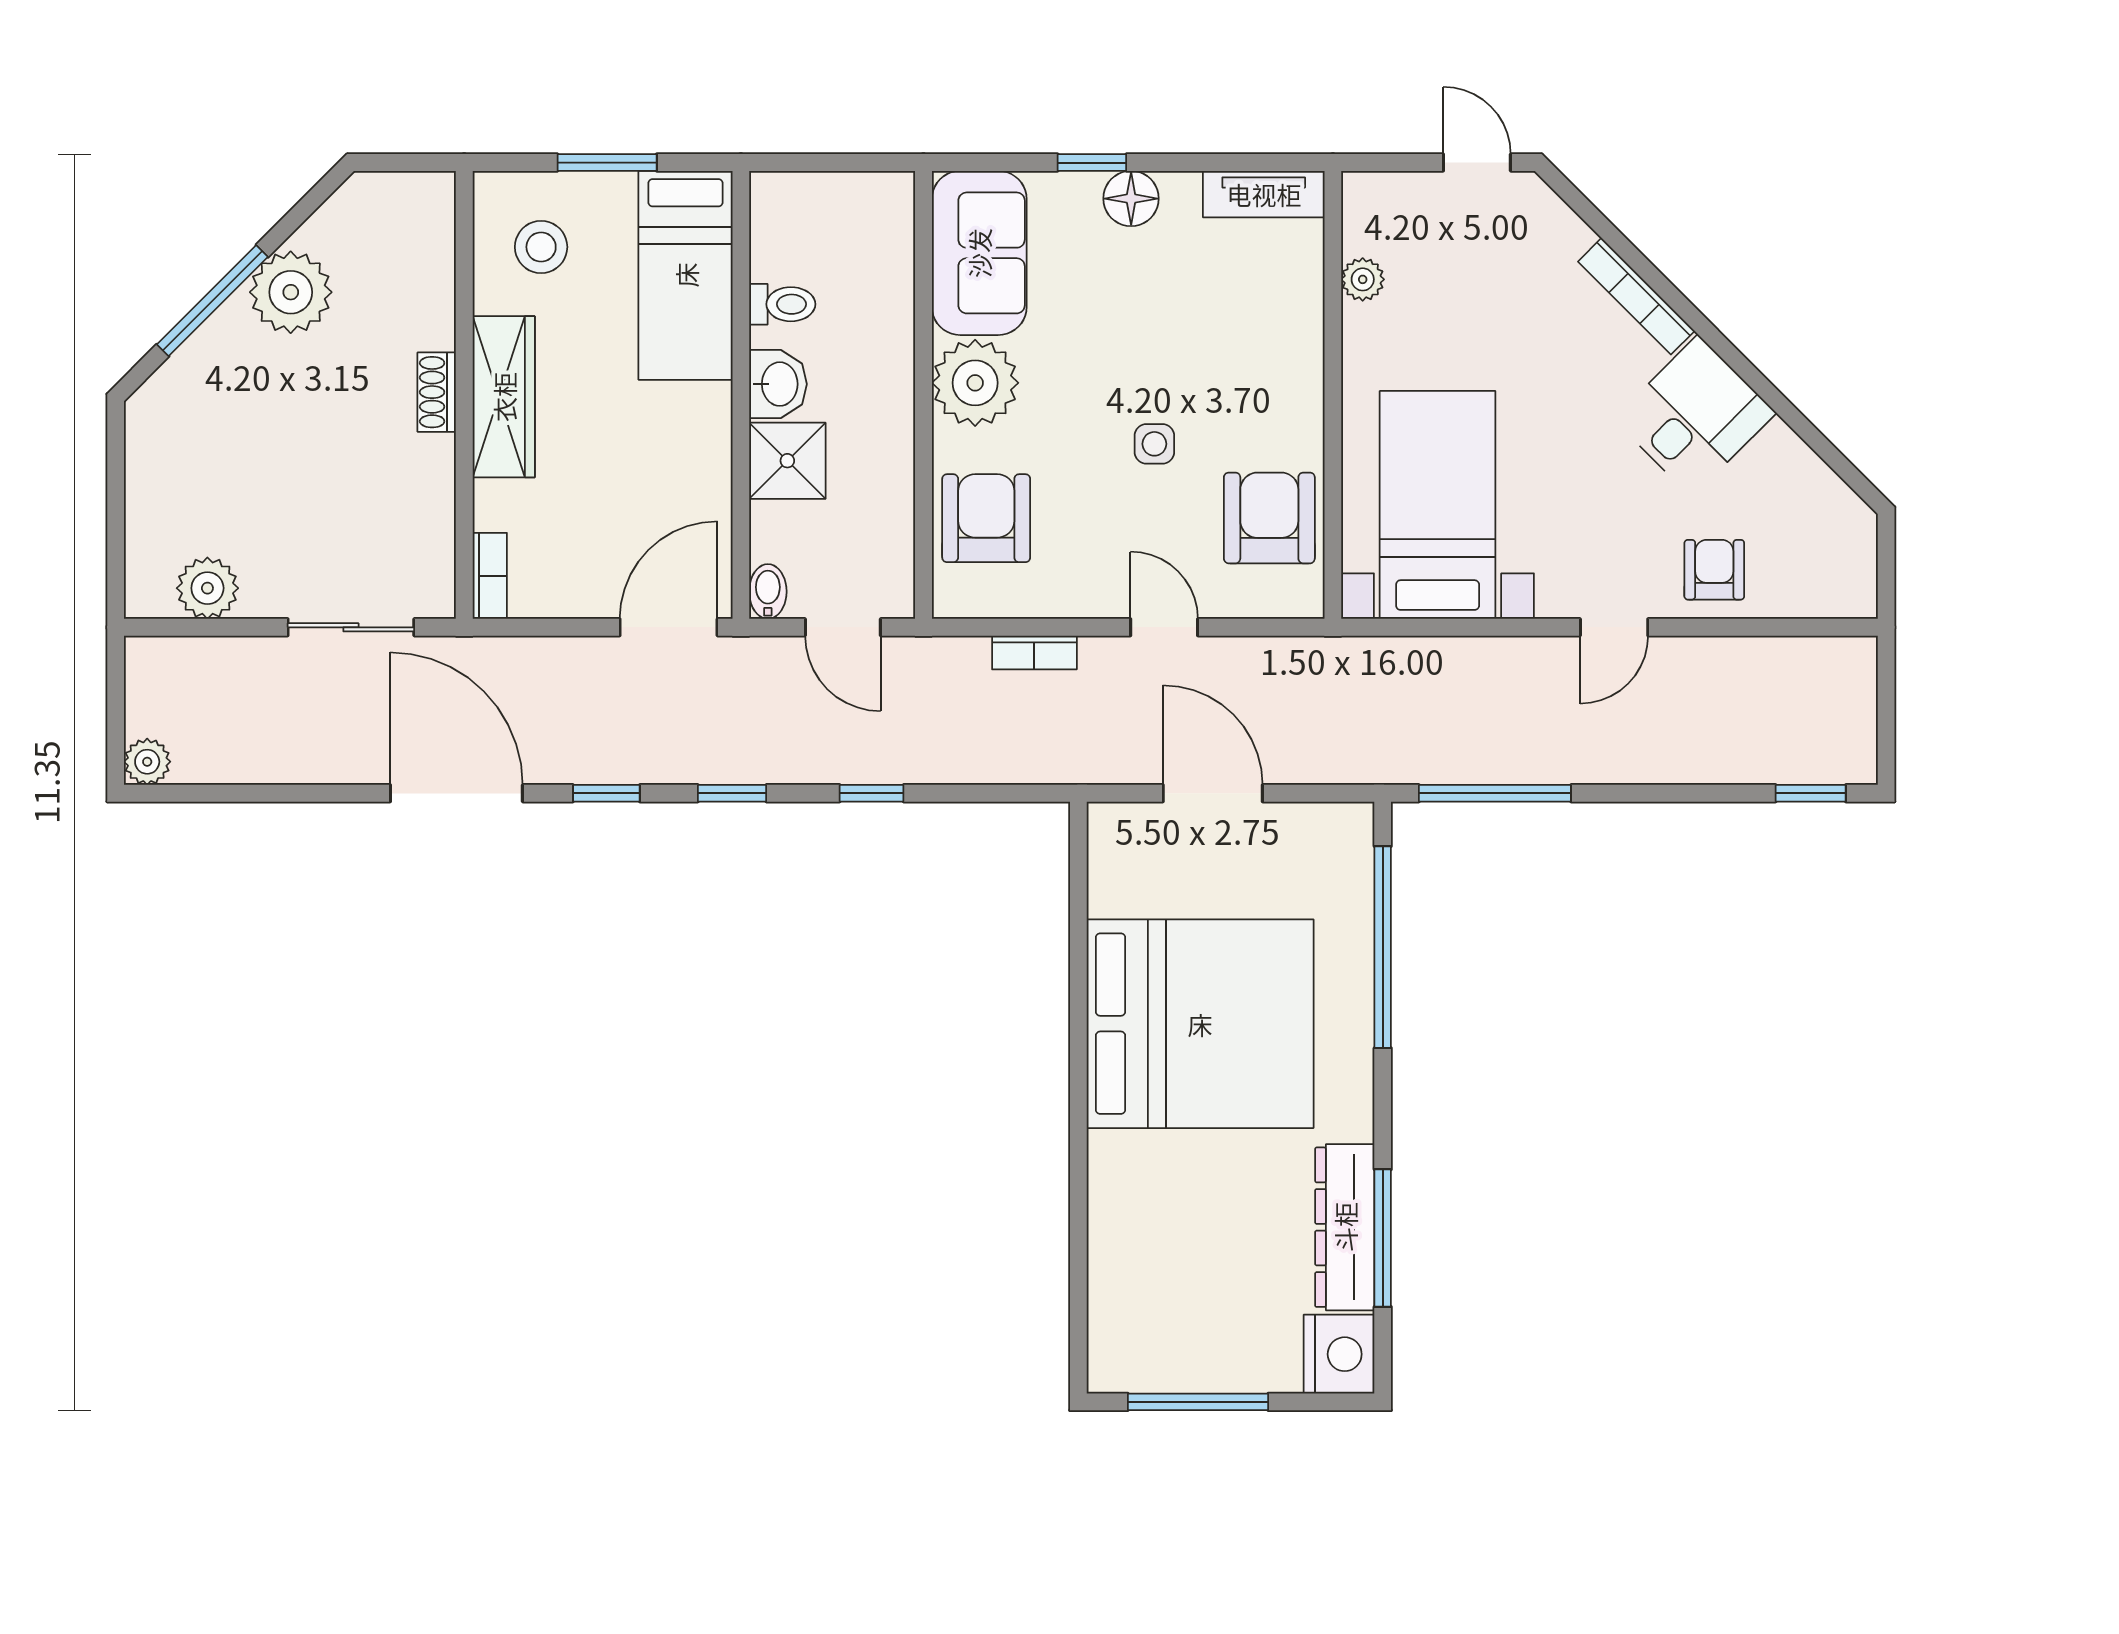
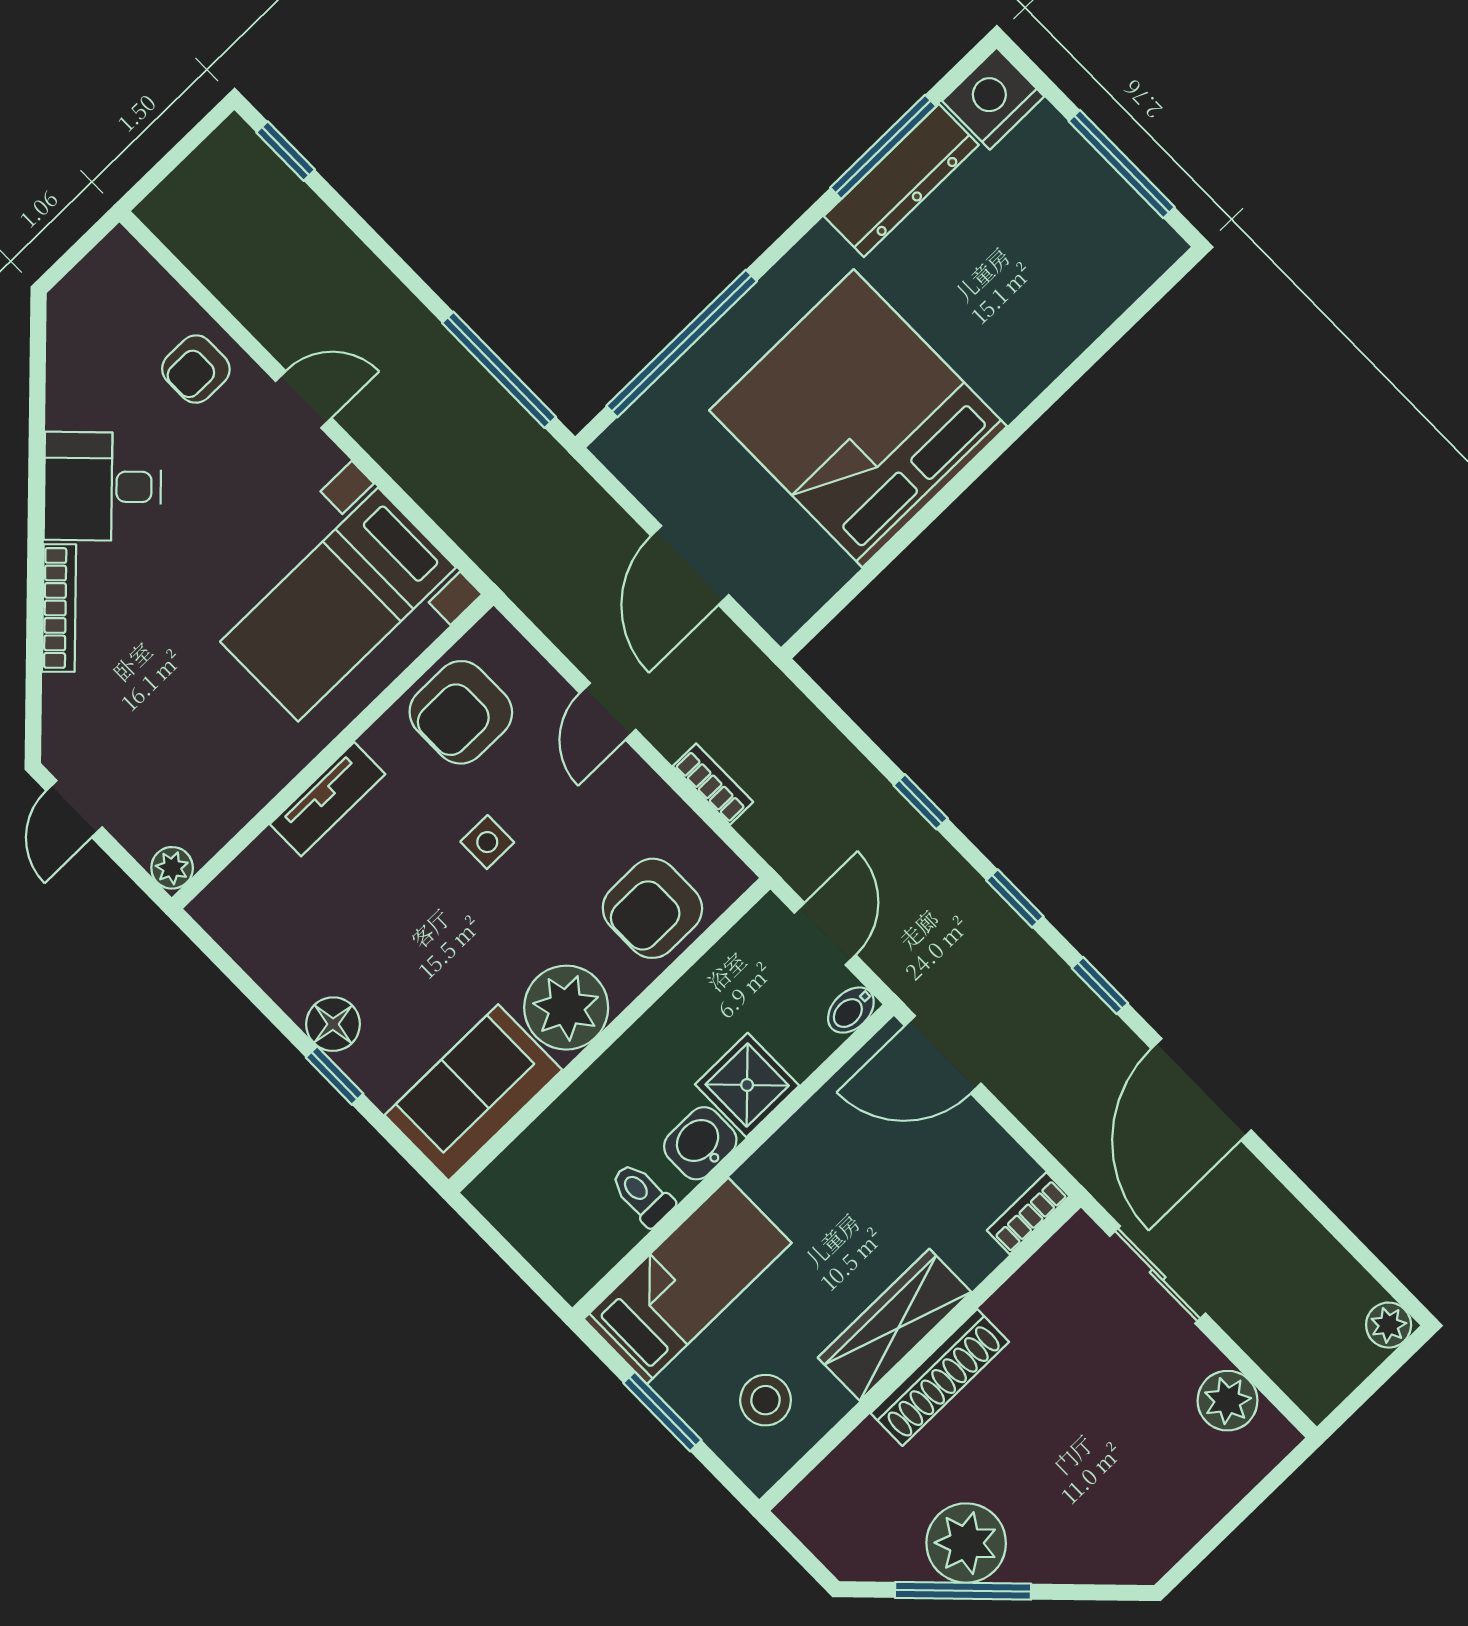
tv unit: (1264, 194) -> (328, 799), moved, turned 90
plant: (1363, 279) -> (172, 868), moved
window: (212, 301) -> (963, 1591), moved
shoe rack: (437, 392) -> (940, 1377), width x1.94, depth x1.24

